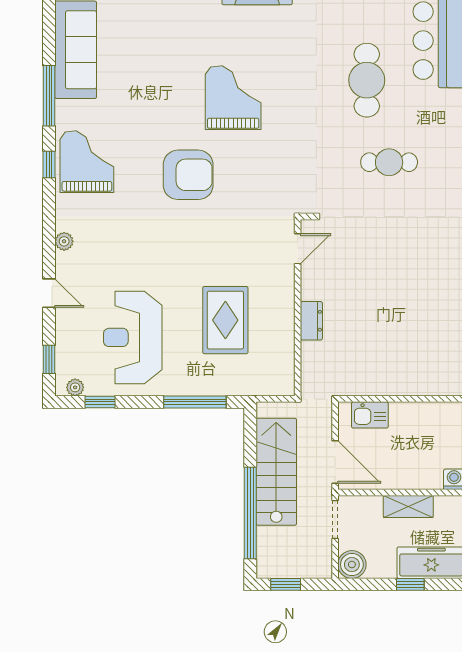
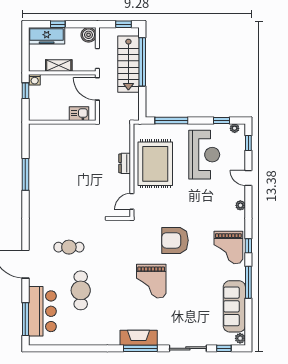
door: (298, 249) -> (132, 201), moved
wall: (298, 308) -> (132, 170), moved
rug: (225, 320) -> (155, 164), width x1.37, depth x1.44
dresser: (311, 321) -> (125, 163), moved
stairs: (276, 472) -> (128, 64), moved

